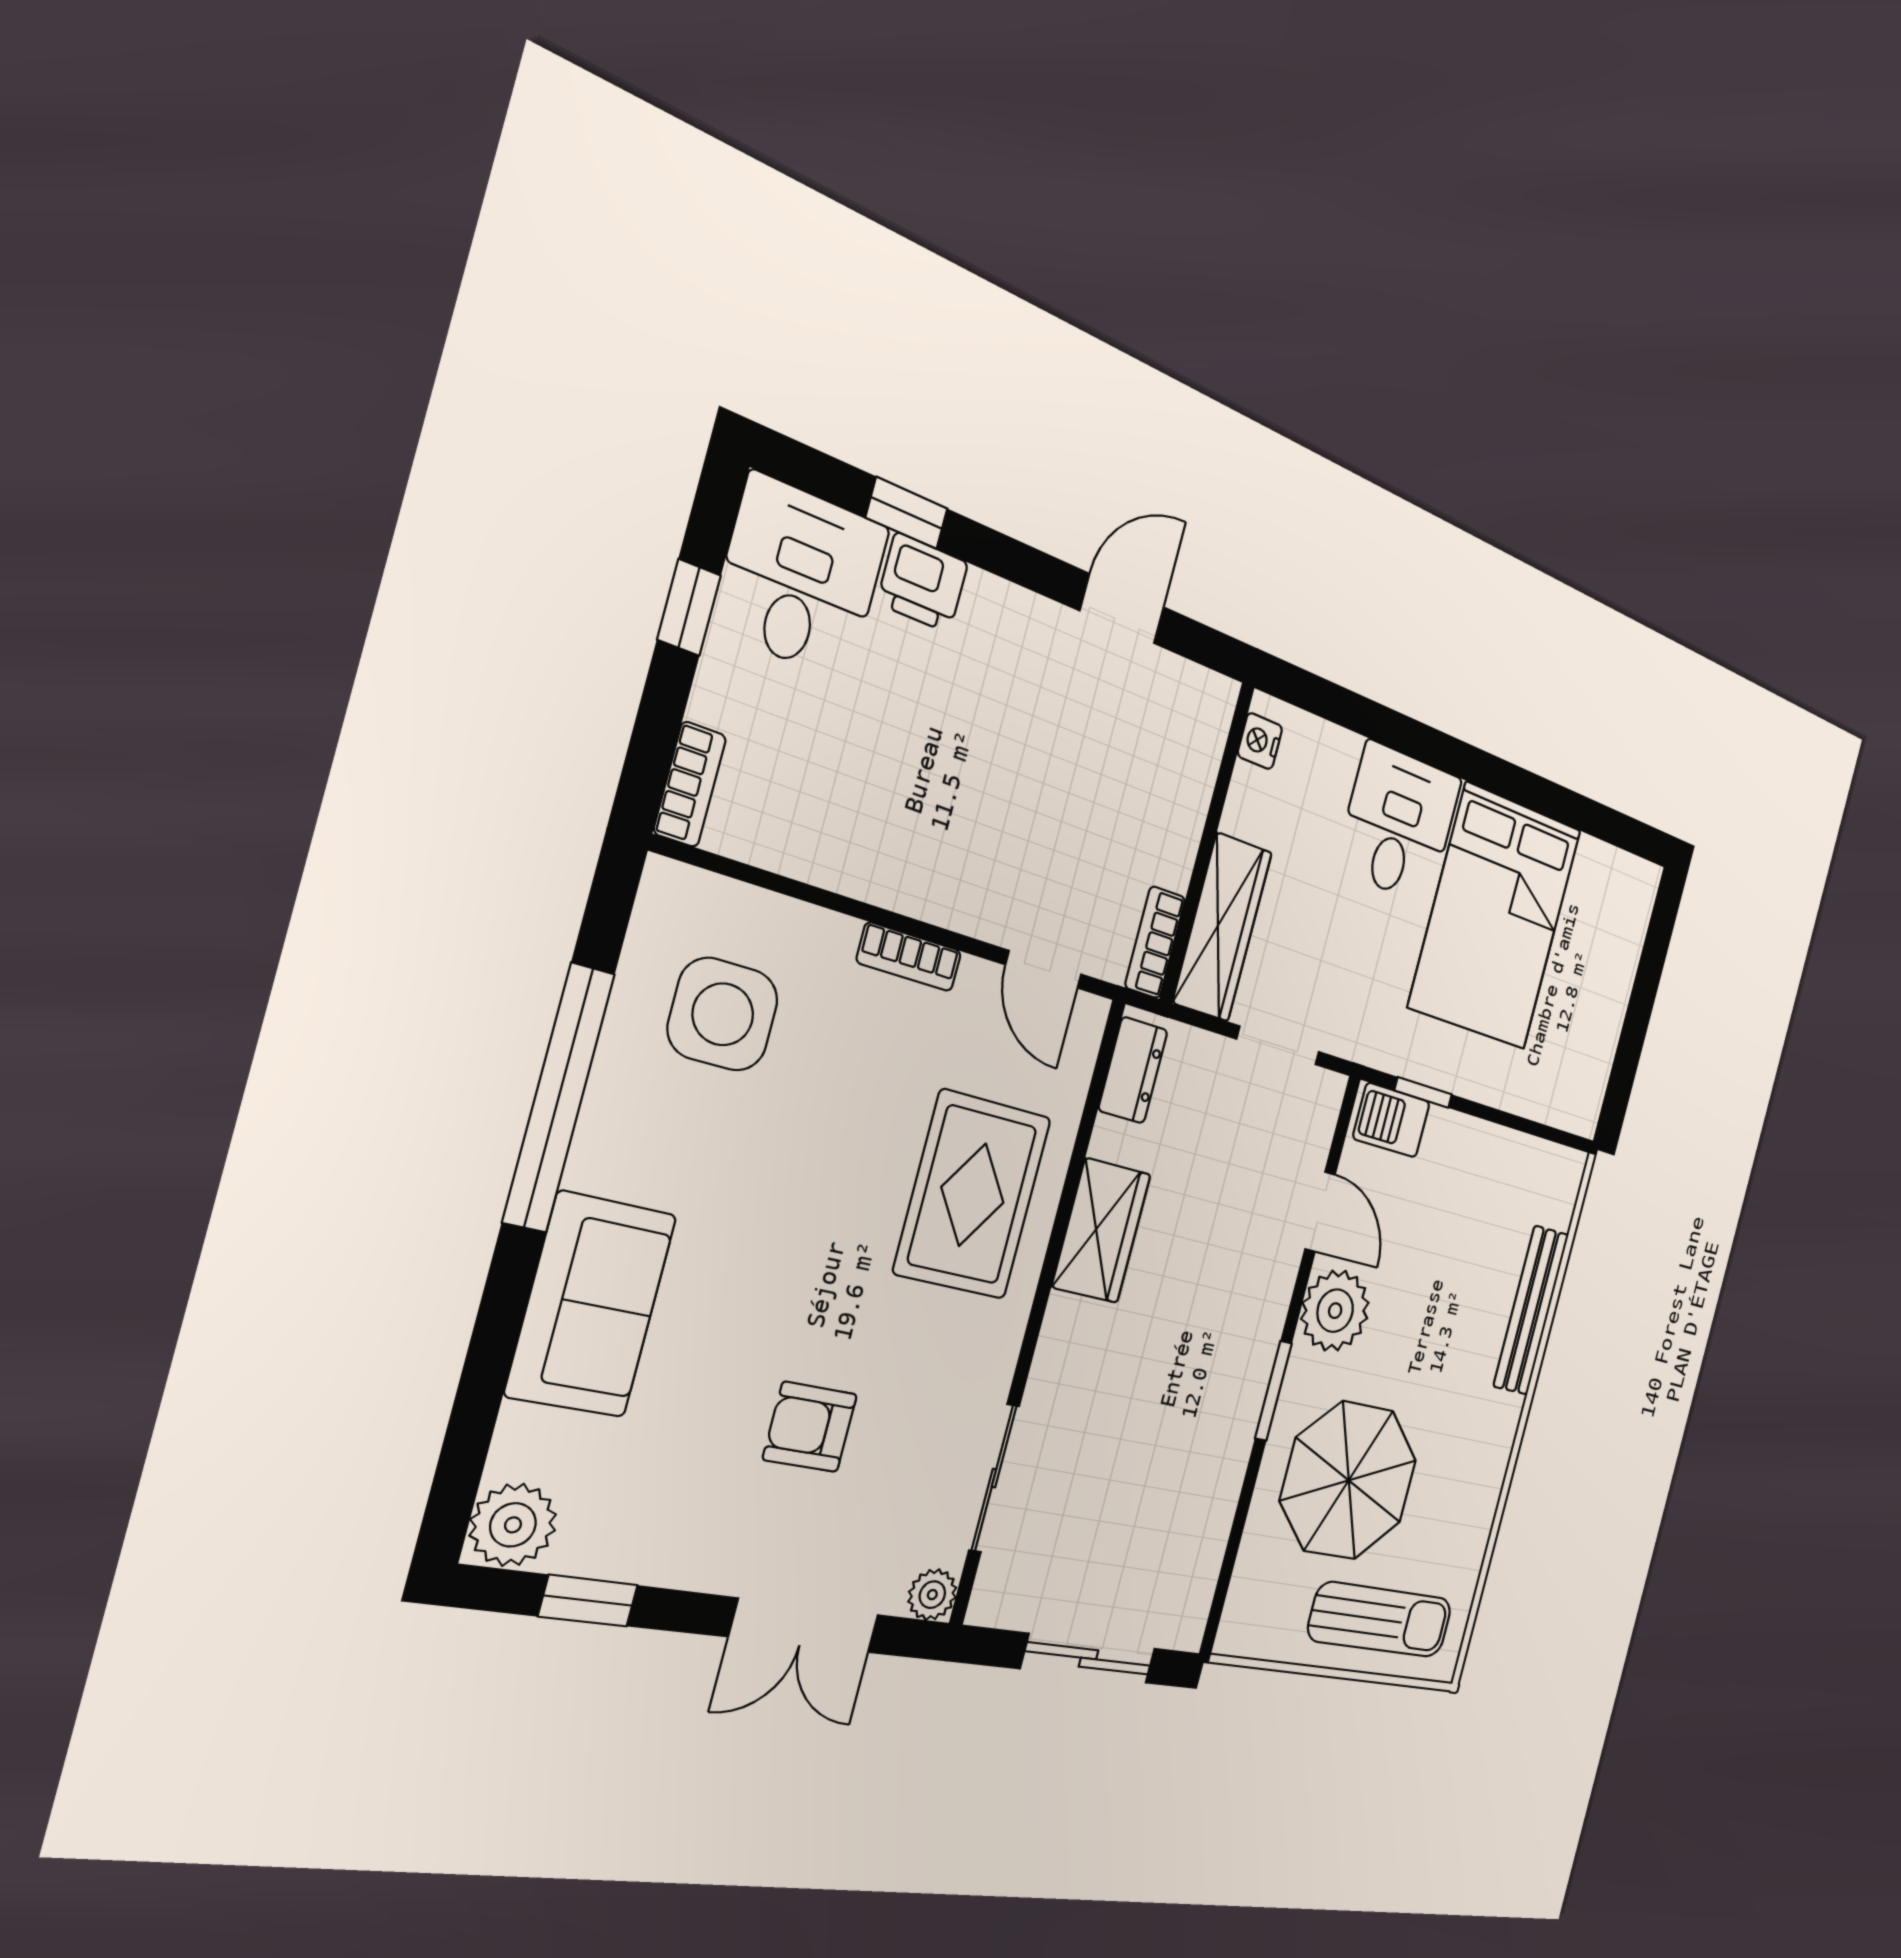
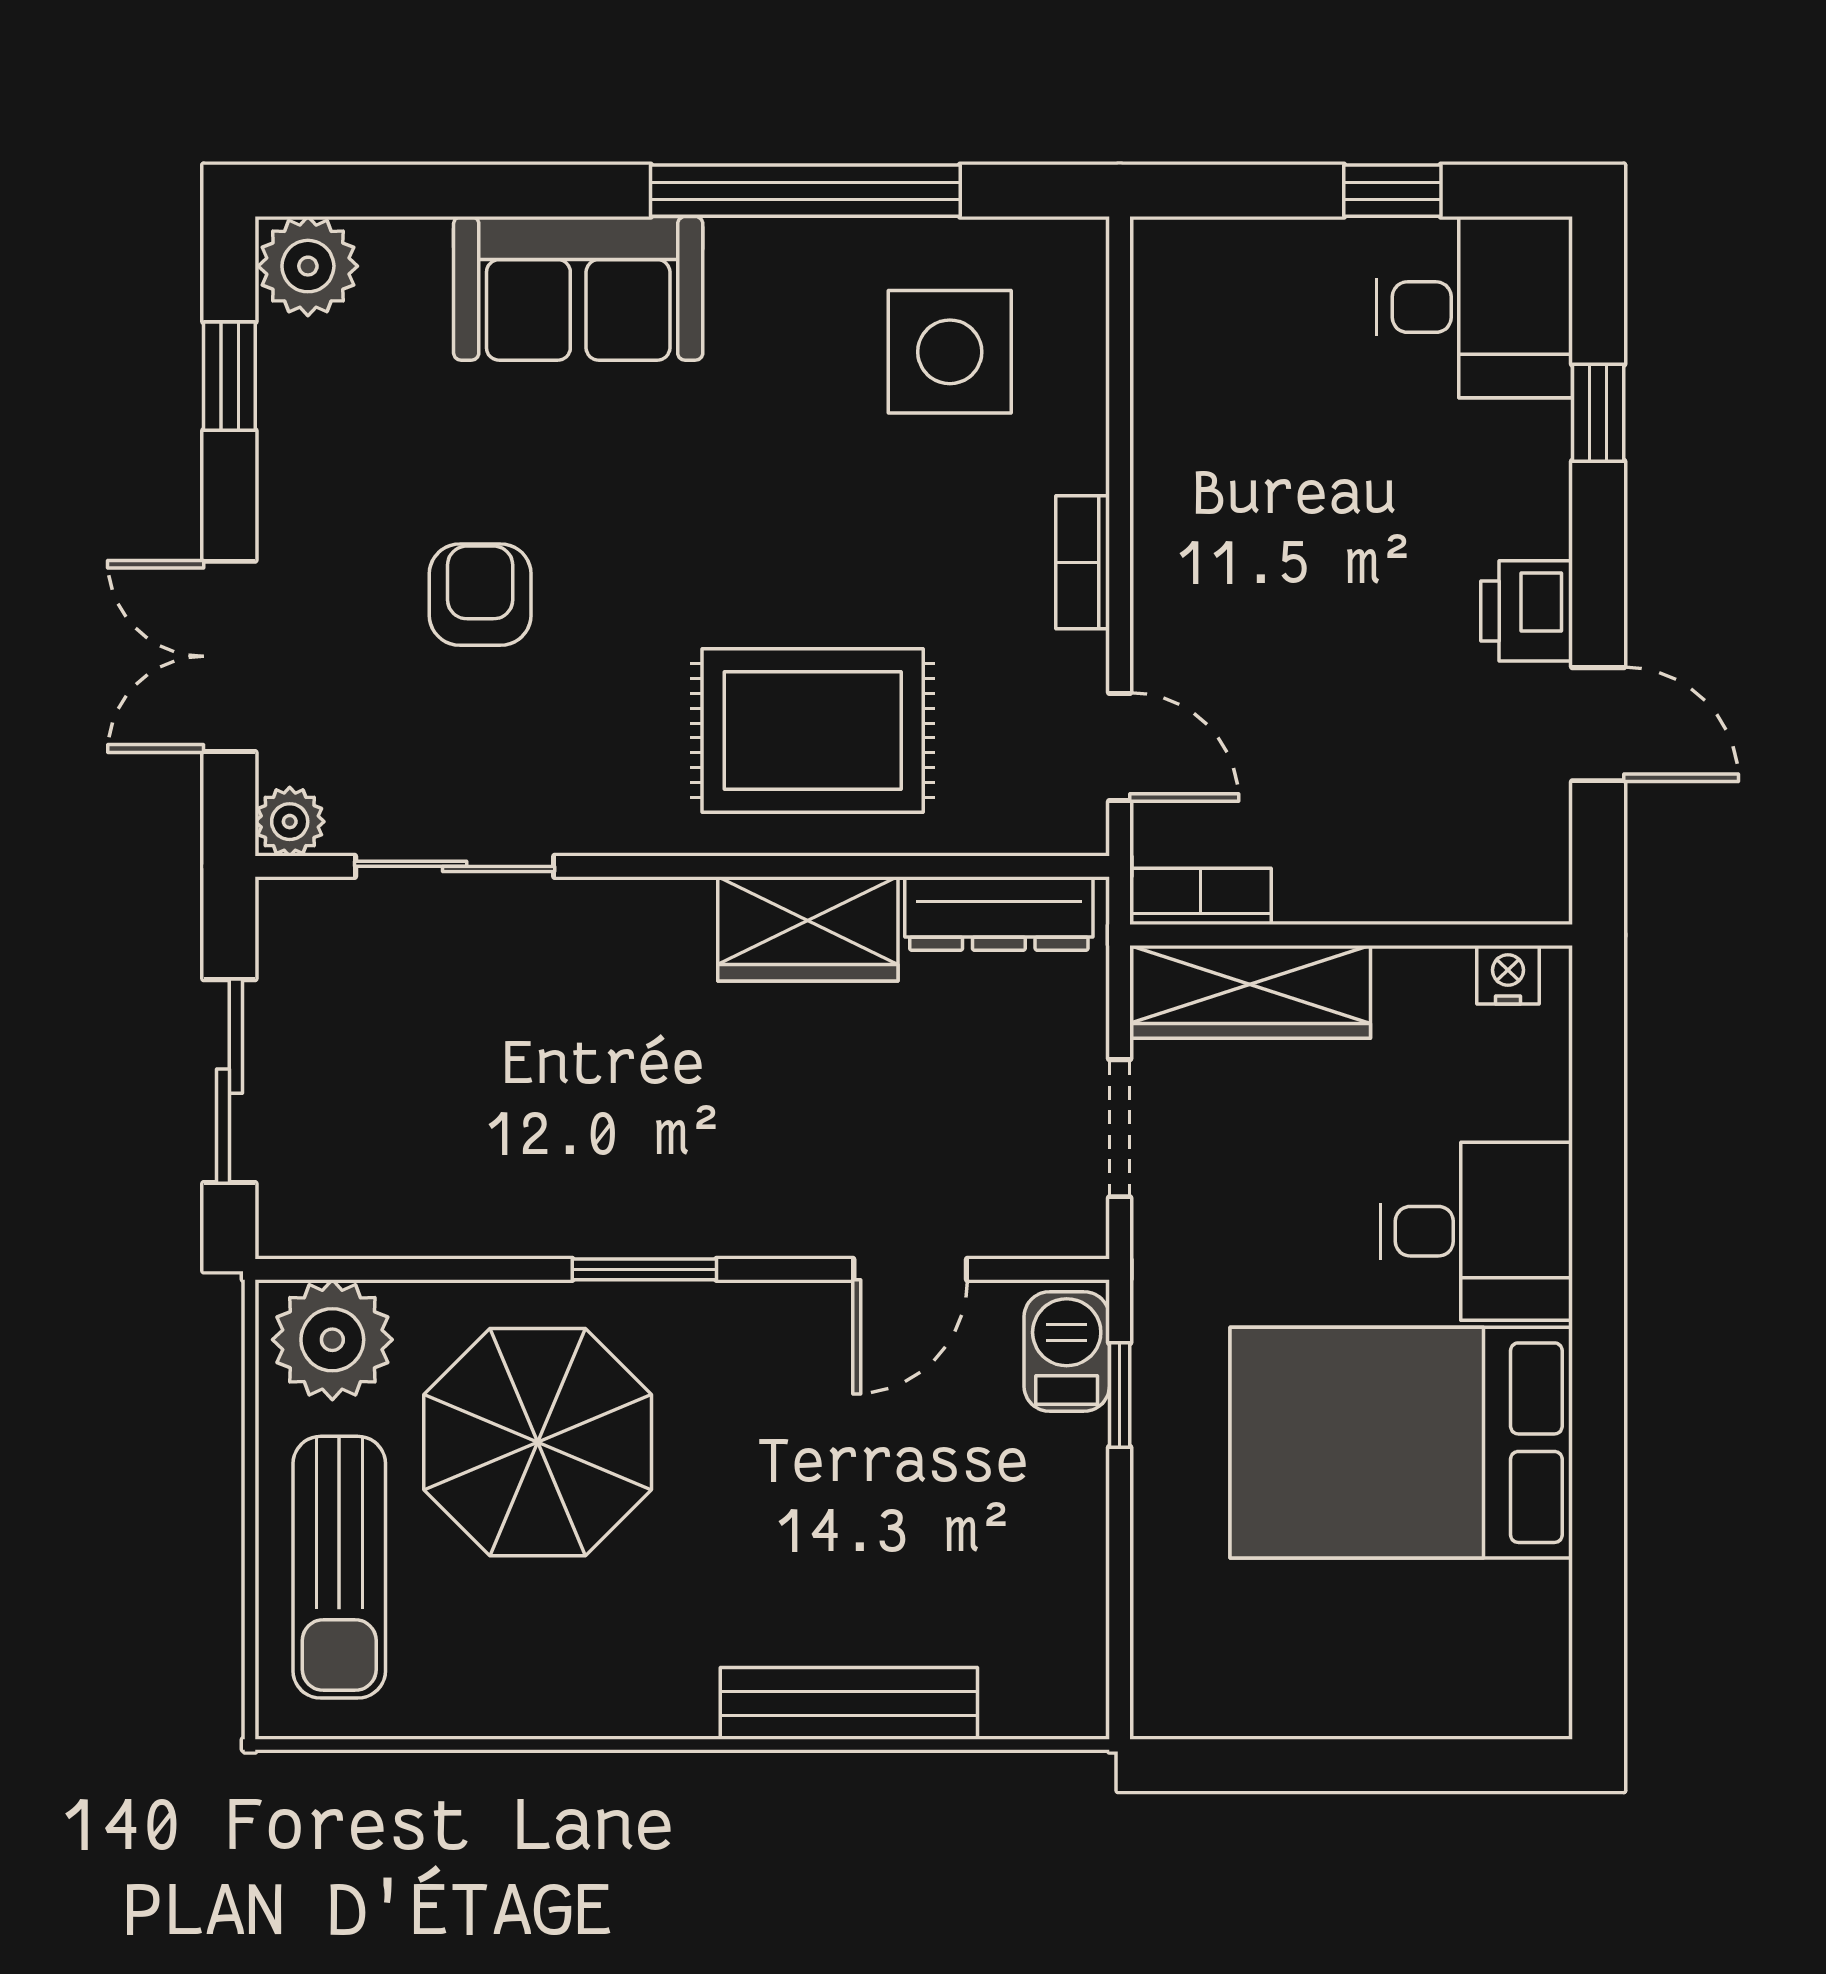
printer: (923, 583) -> (1527, 611), moved
bookcase: (690, 784) -> (1198, 244), removed
door: (1044, 970) -> (1120, 747), swing flipped
dresser: (1133, 1070) -> (999, 913), width x1.44
plant: (1335, 1311) -> (332, 1340), moved

